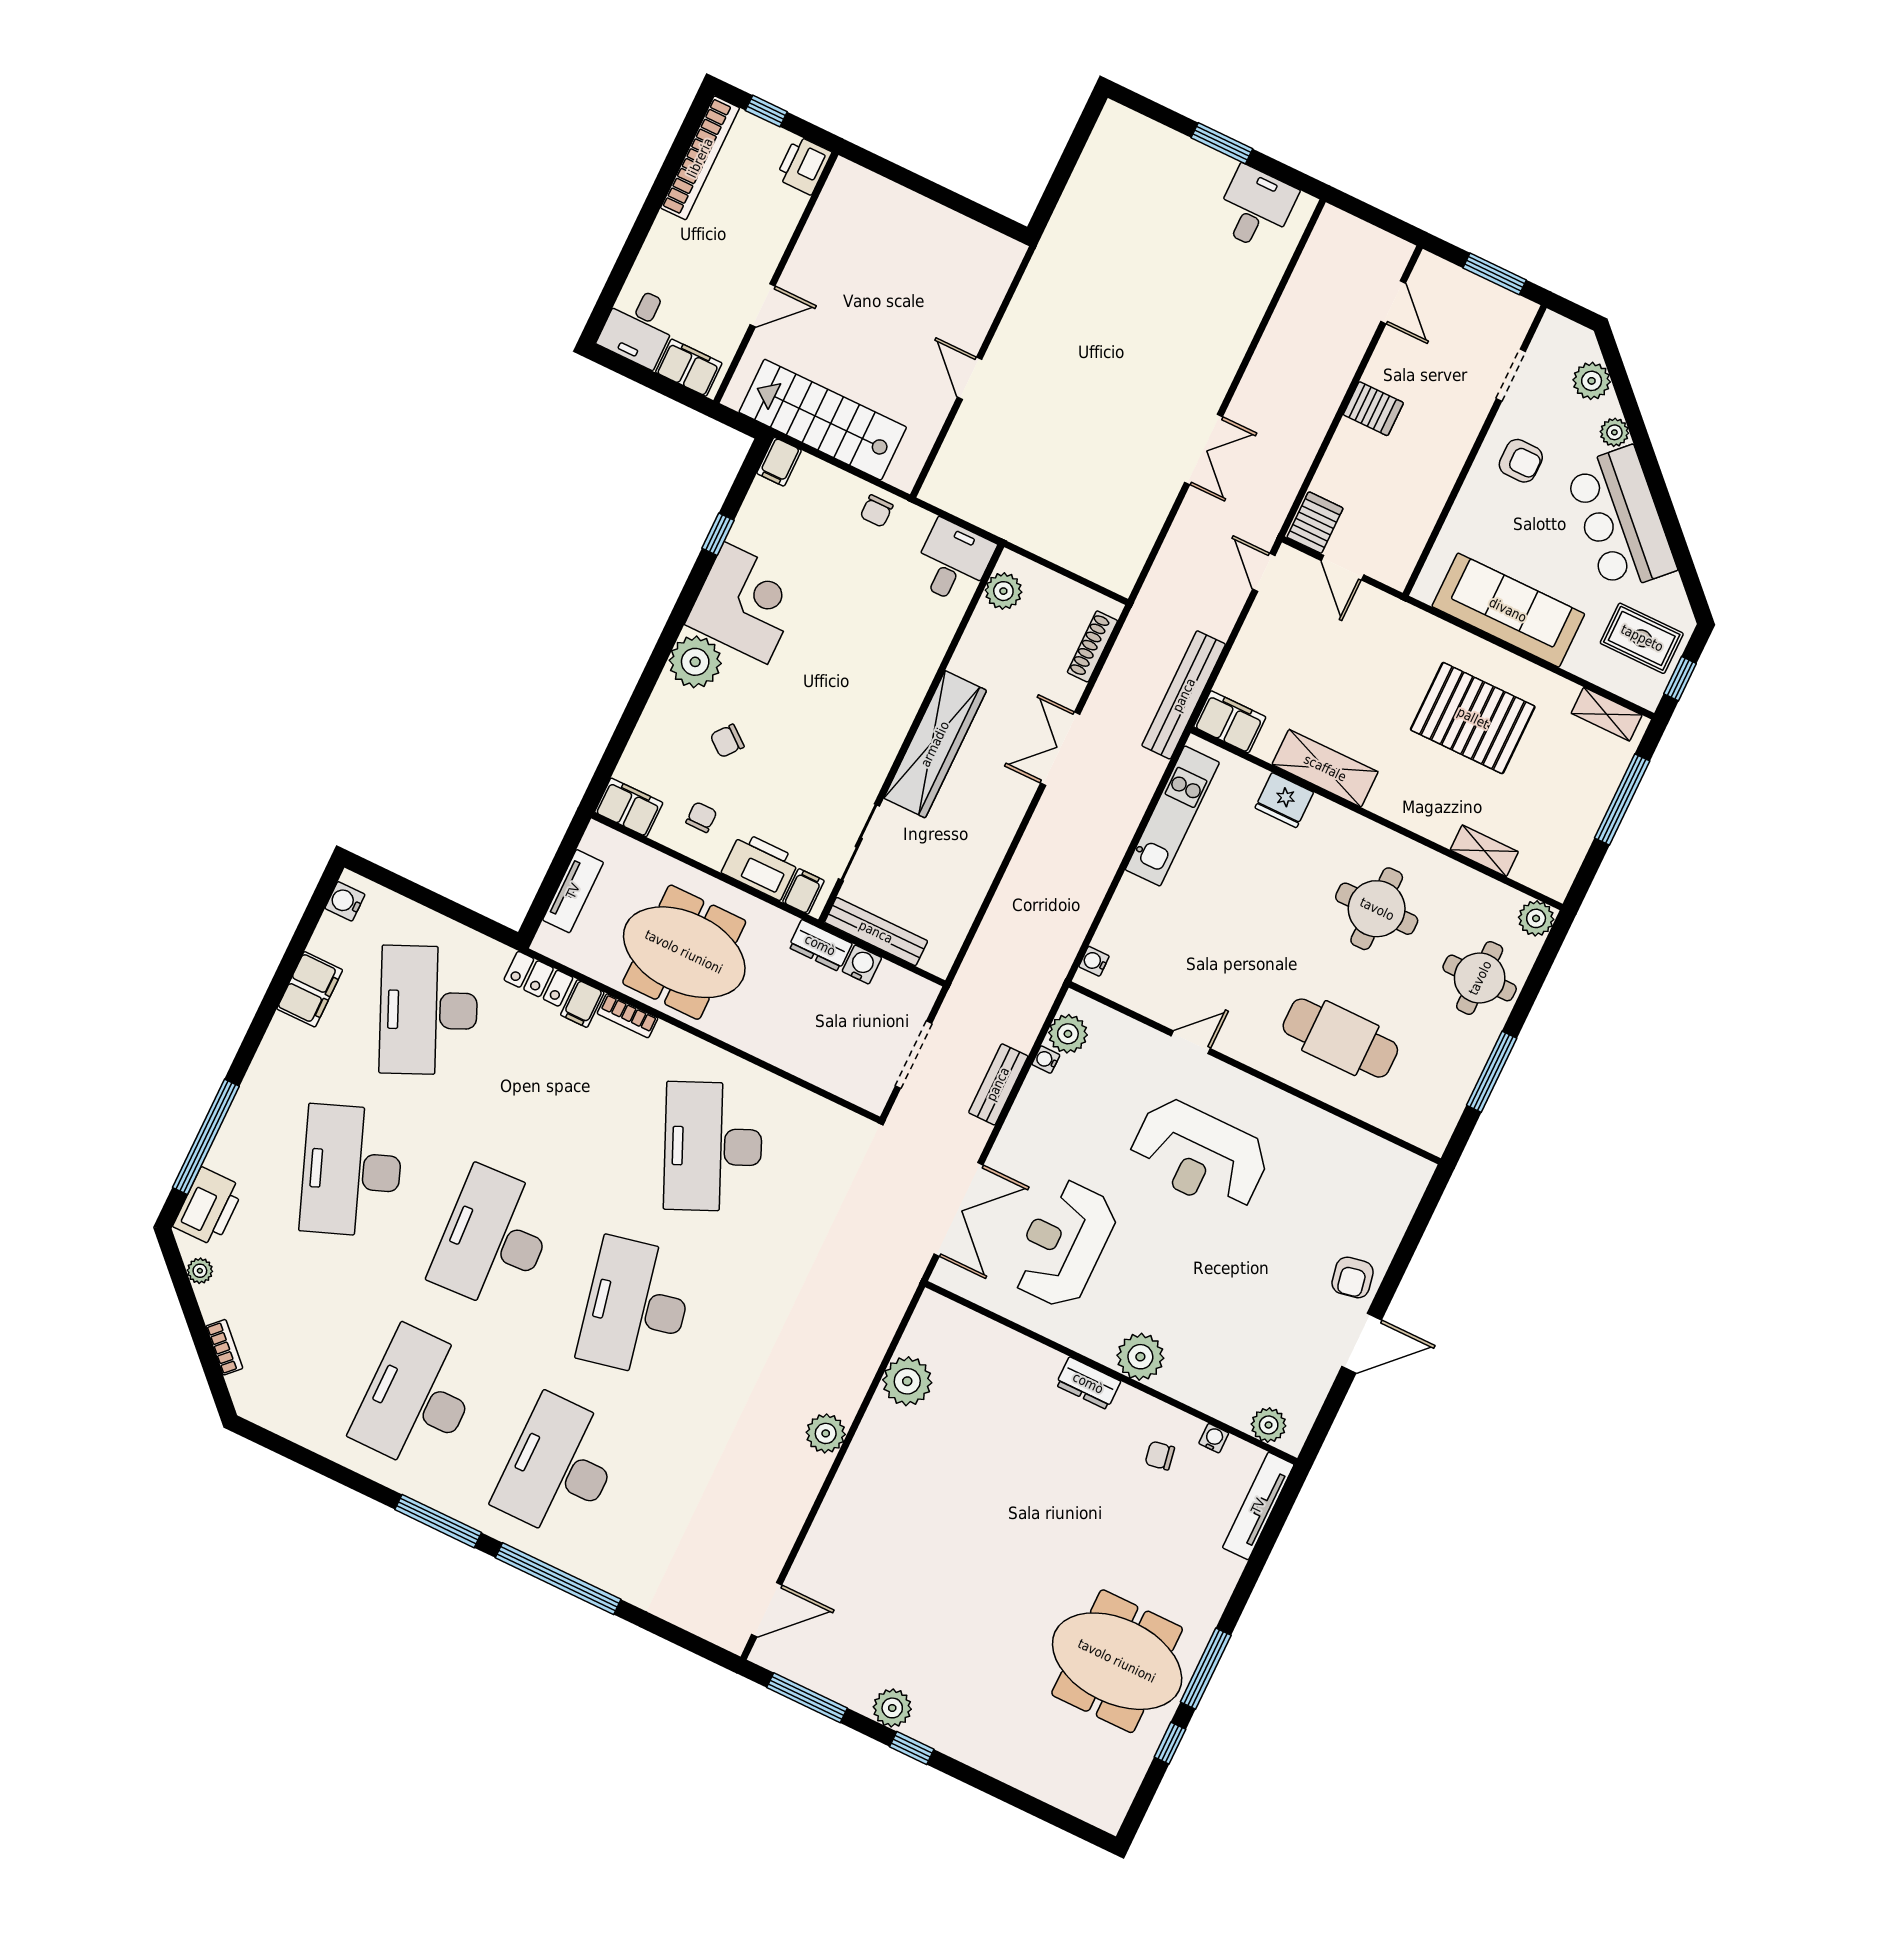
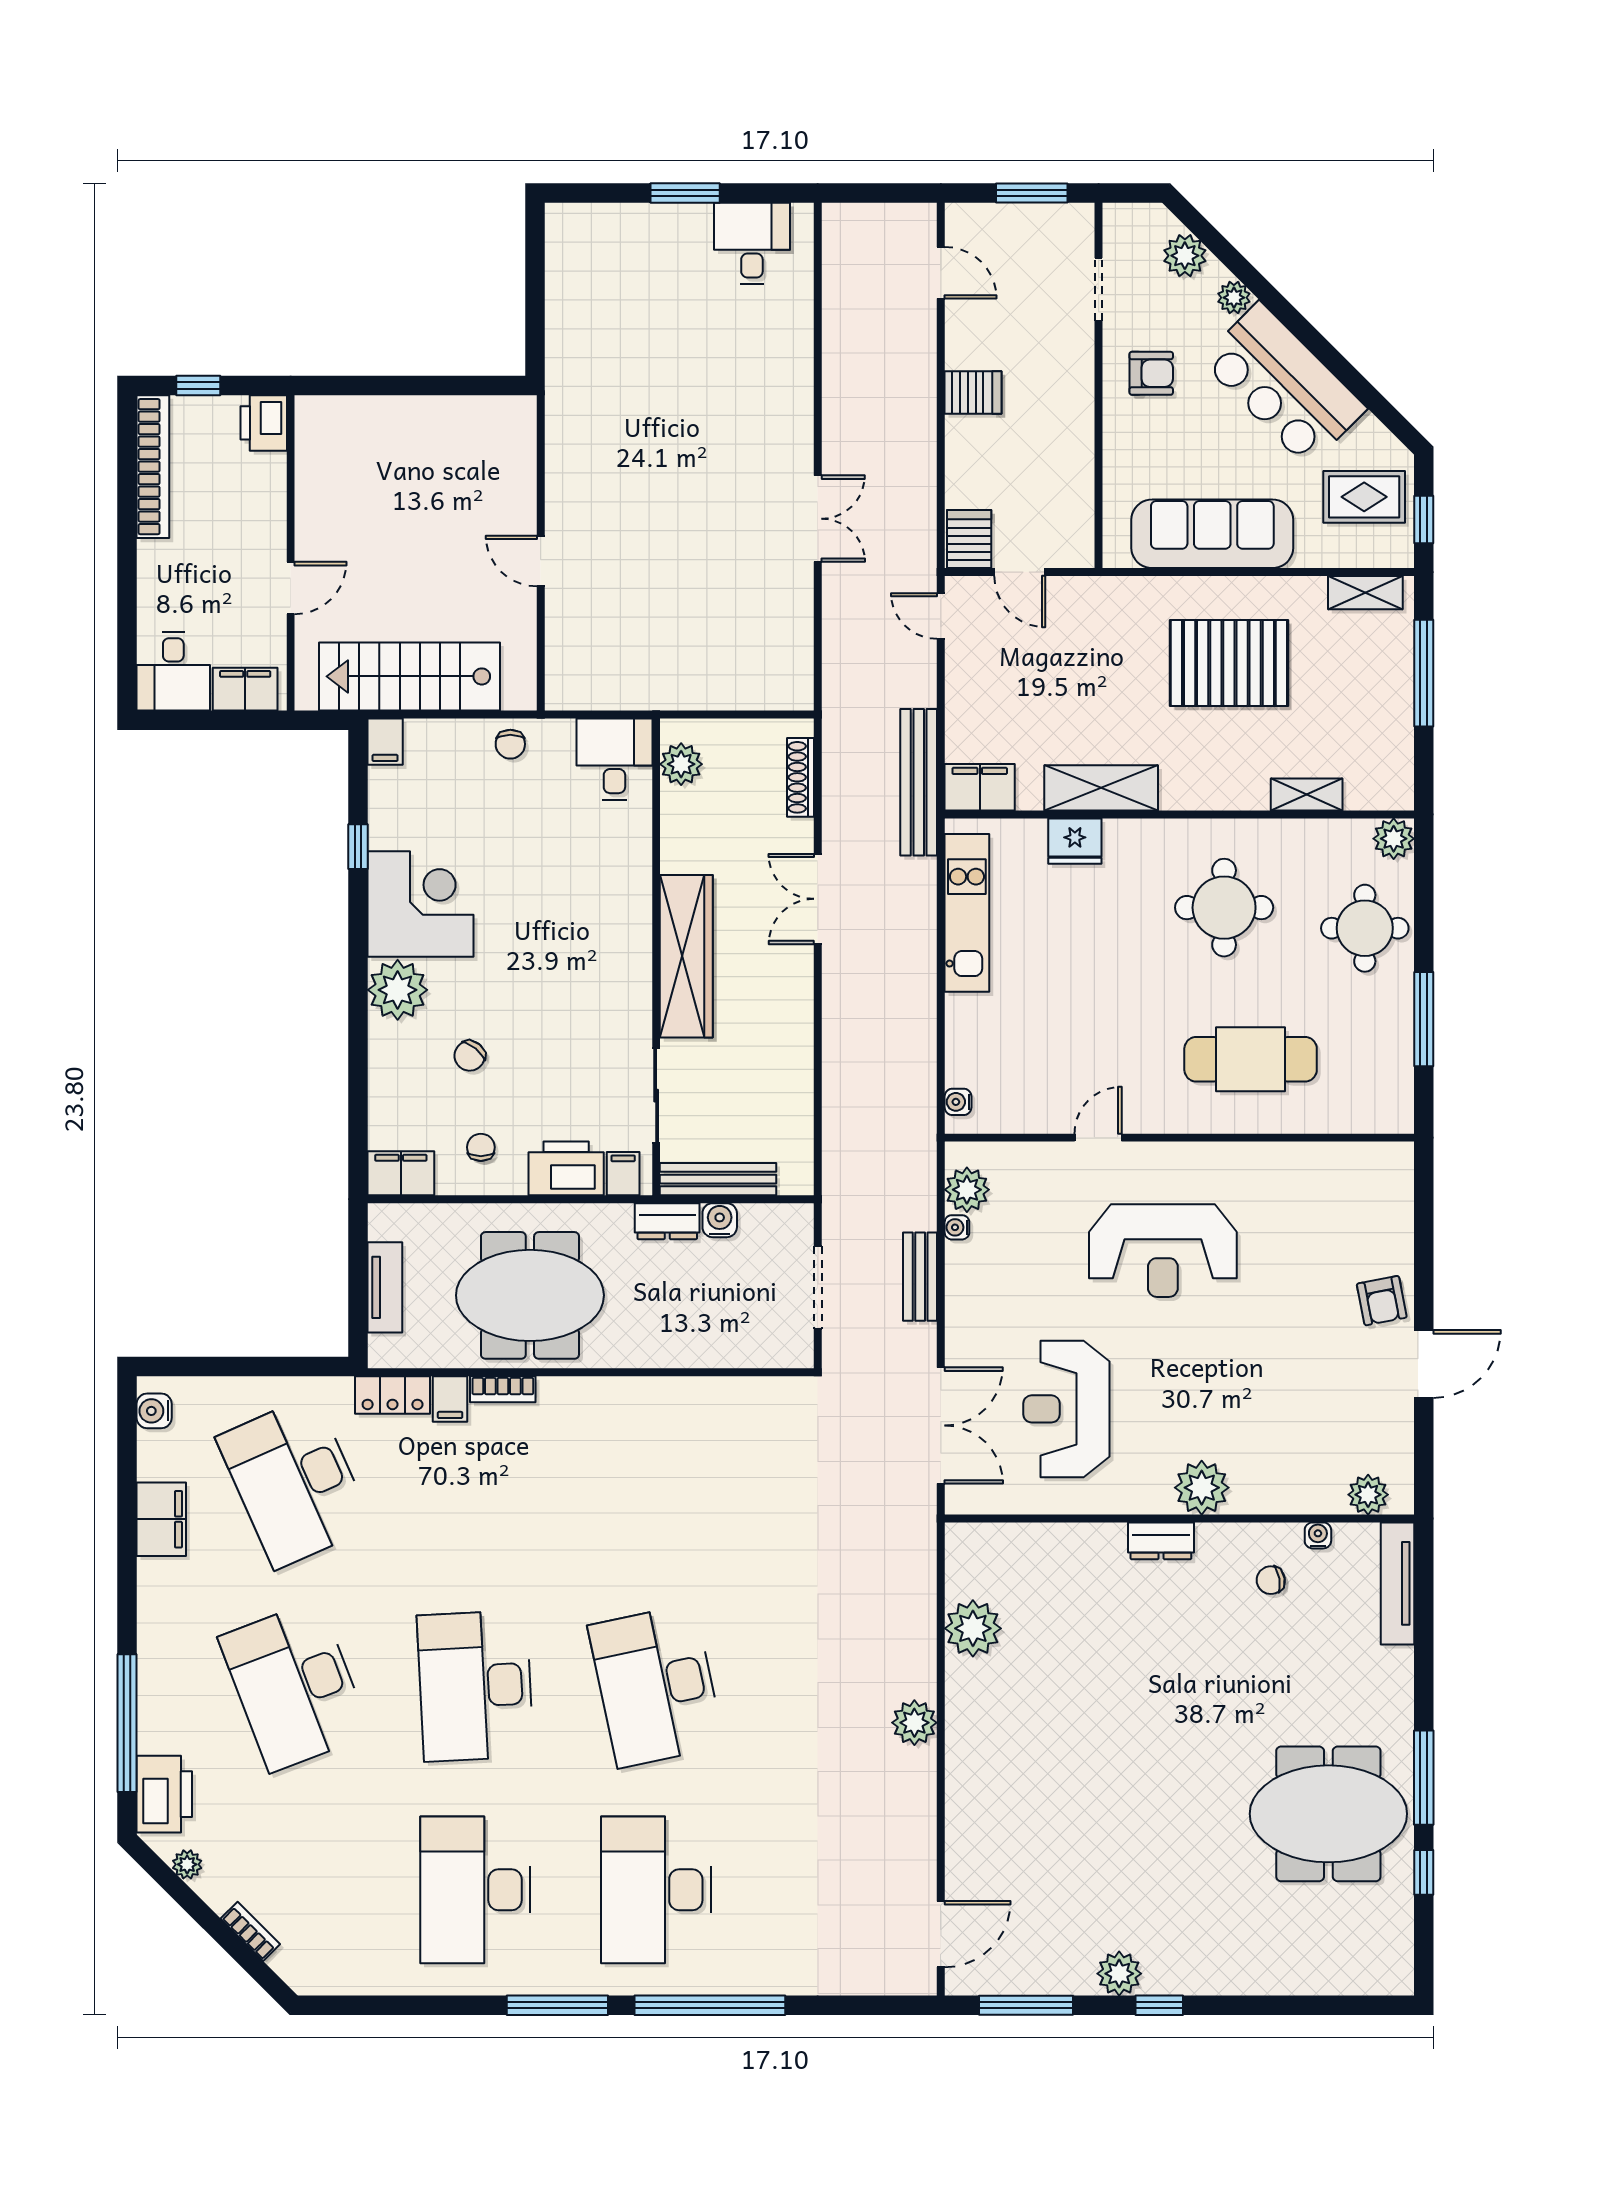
desk: (713, 1147) -> (656, 1482), removed

